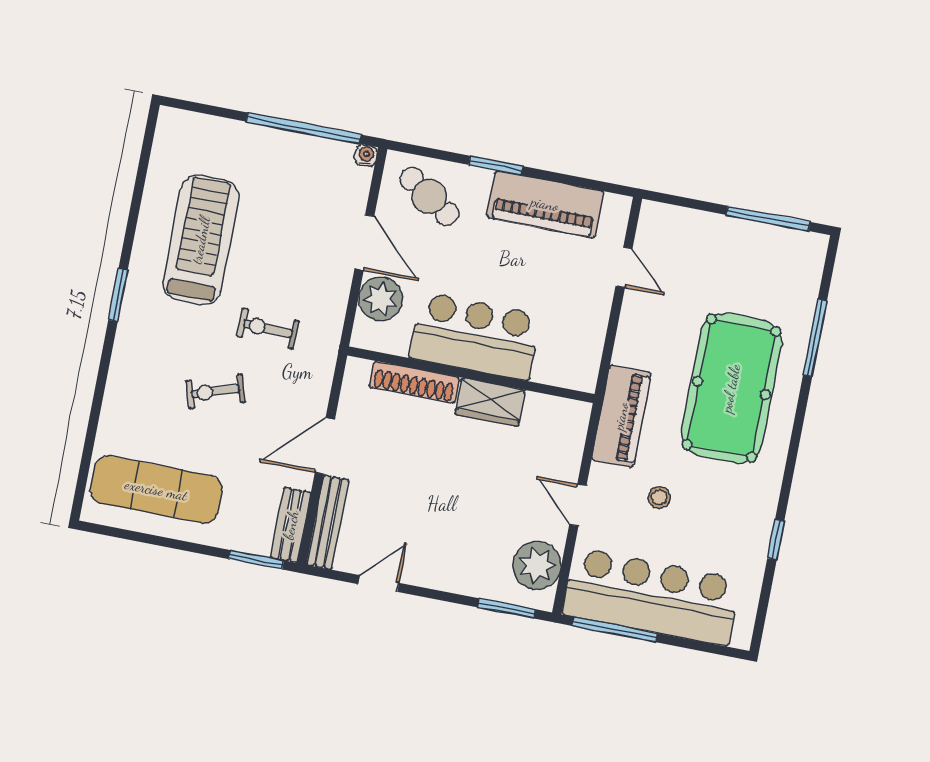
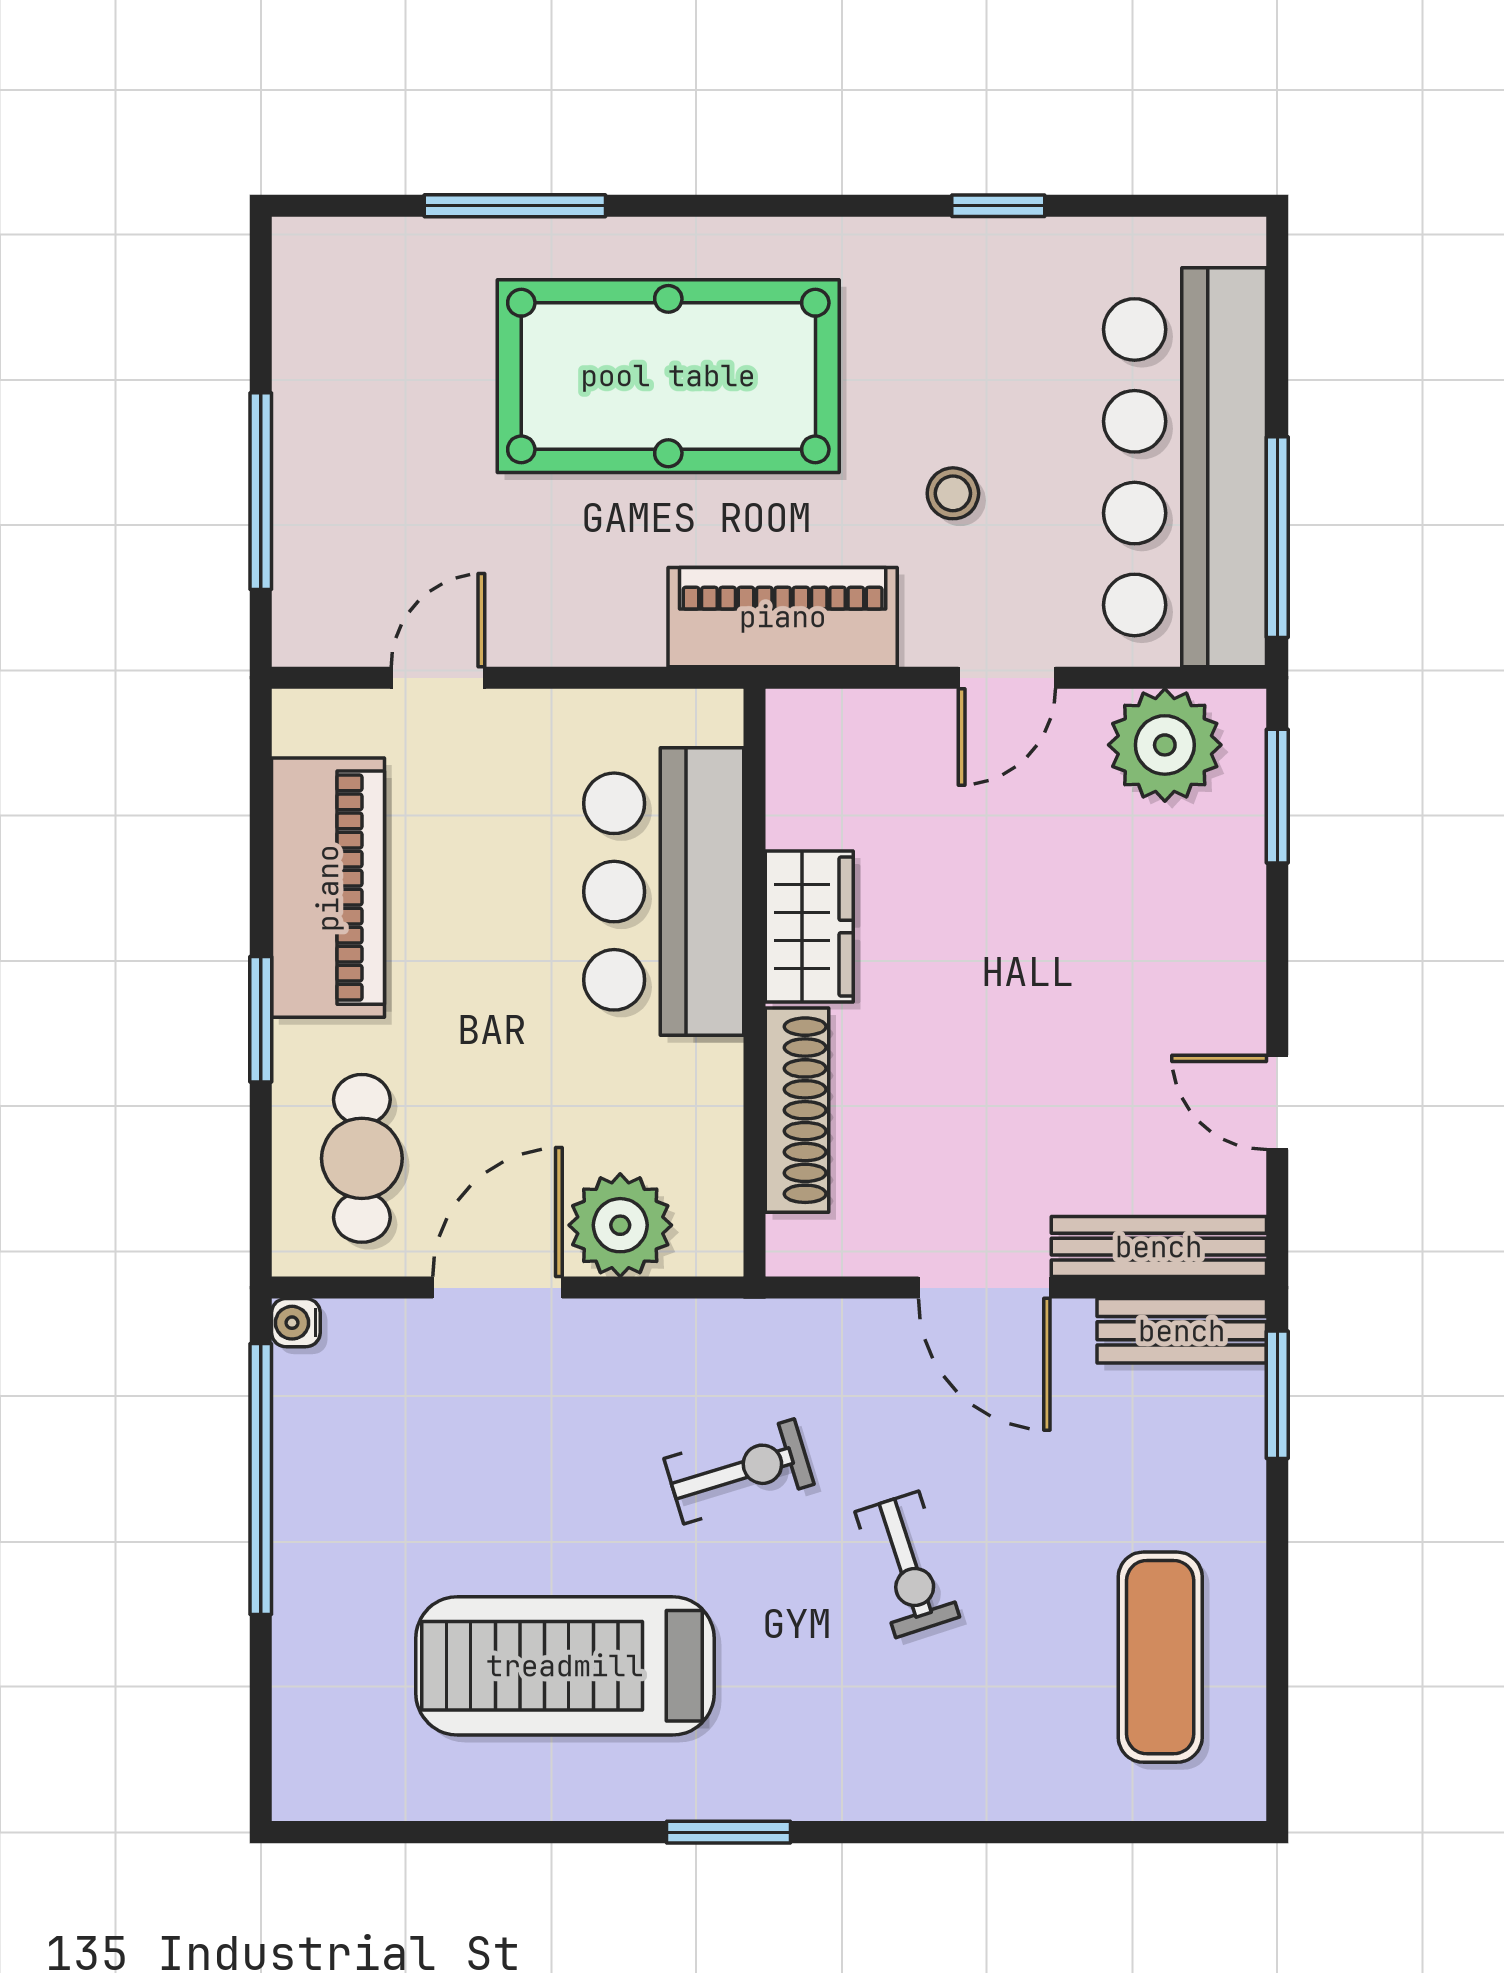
cafe table: (429, 196) -> (362, 1158), turned -34
window: (768, 218) -> (261, 491), moved
exercise bike: (268, 329) -> (739, 1471), turned -109
bar counter: (475, 336) -> (664, 892), moved
exercise mat: (156, 490) -> (1160, 1657), width x0.73, depth x0.69

